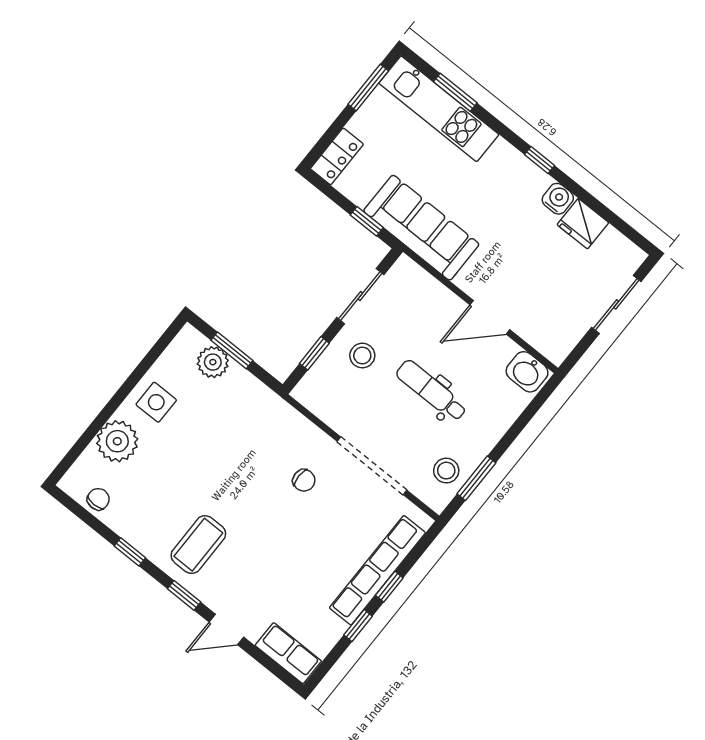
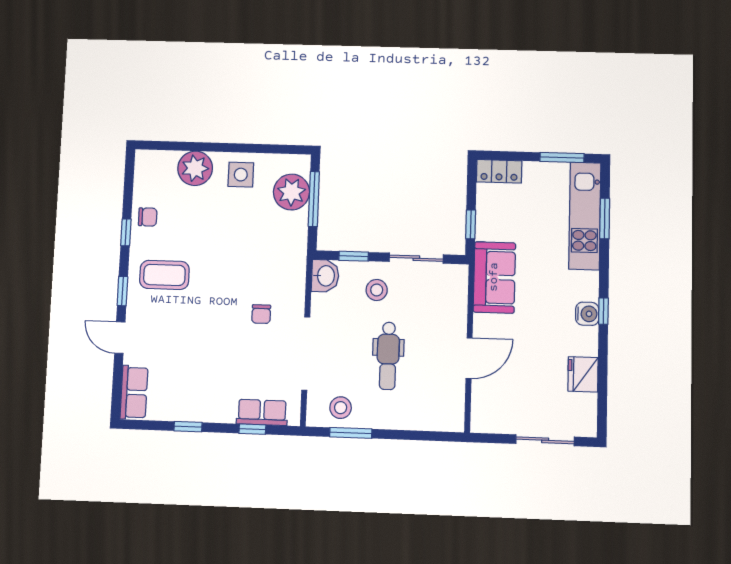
water cooler: (558, 199) -> (587, 314), moved
sofa: (421, 228) -> (494, 277), width x0.73
door: (490, 317) -> (469, 358), swing flipped
window: (232, 350) -> (314, 199), width x1.44
plant: (213, 362) -> (291, 192), width x1.36, depth x1.36
washbasin: (527, 372) -> (325, 276), moved, turned 180
dental chair: (431, 391) -> (388, 356), turned 180
chair: (98, 499) -> (148, 217), moved
row of seats: (377, 570) -> (262, 412), width x0.50
window: (389, 587) -> (252, 429), moved

